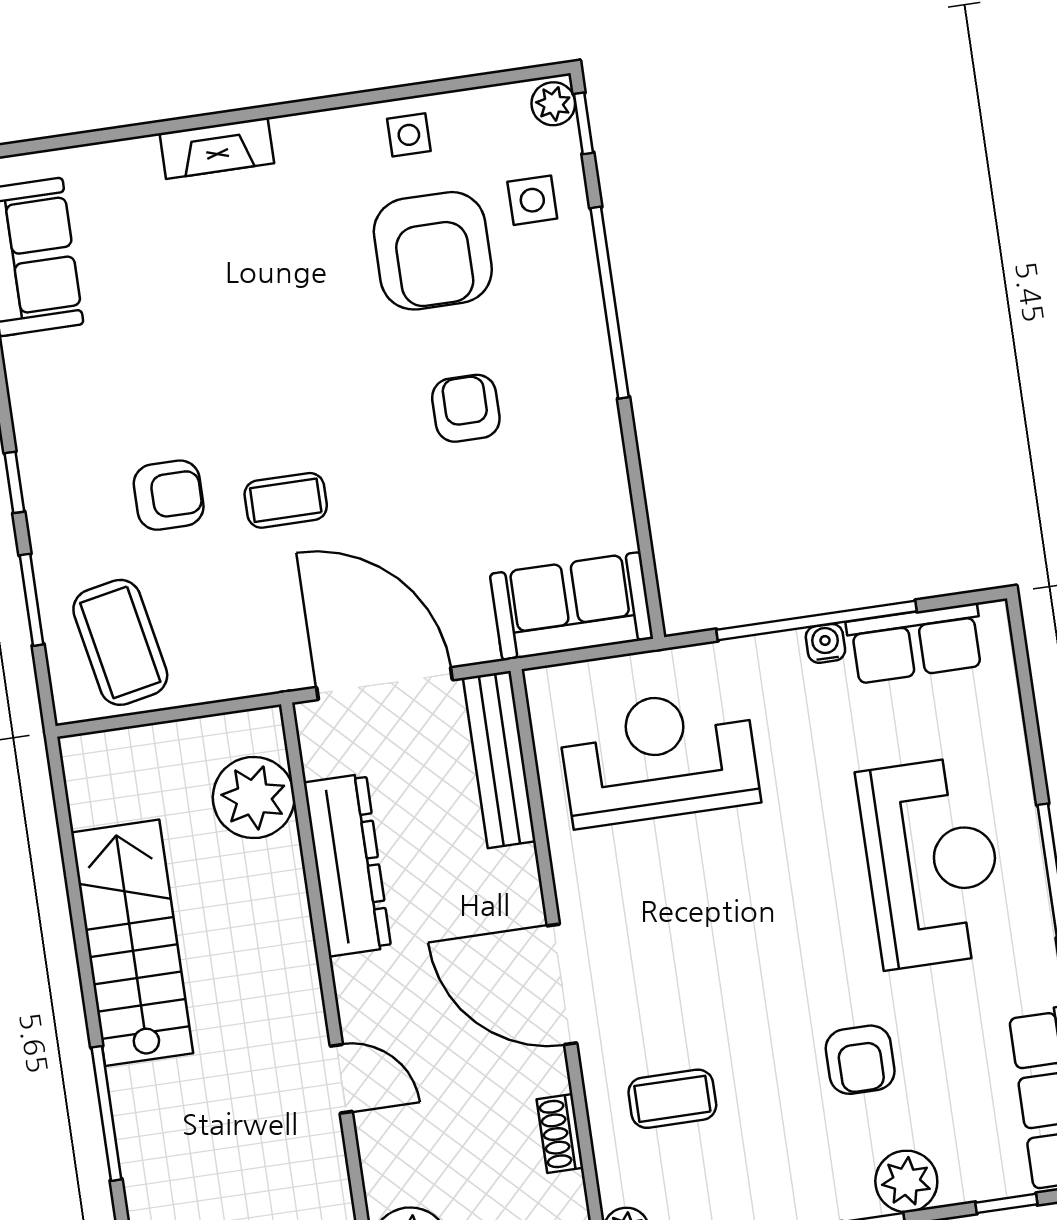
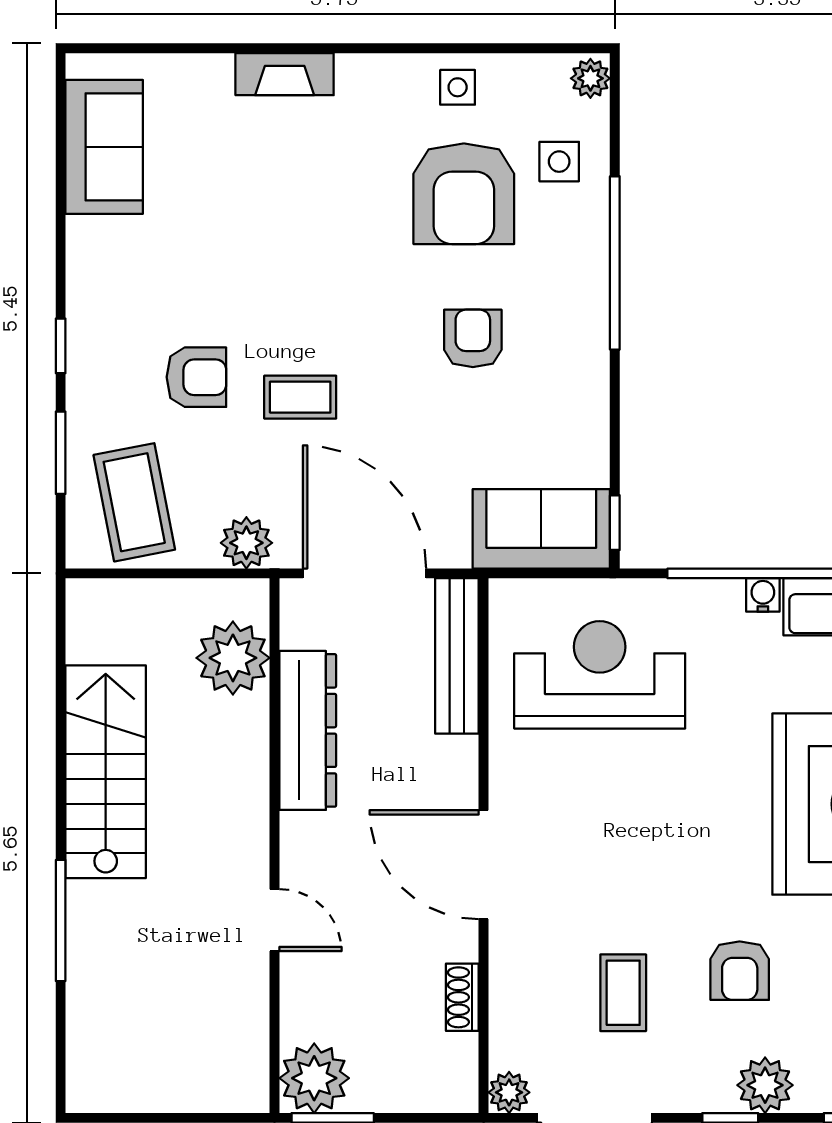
window: (584, 123) -> (615, 523), moved
plant: (250, 669) -> (246, 543), added
coffee table: (672, 1099) -> (623, 993), moved, turned 90

